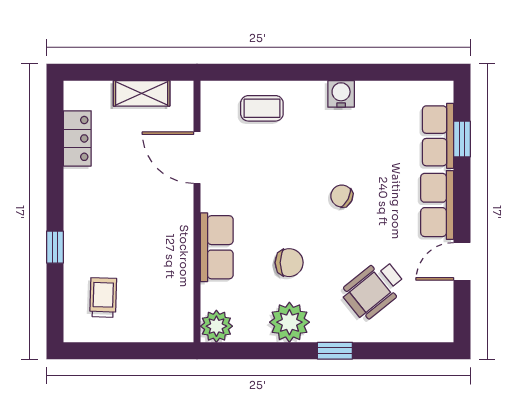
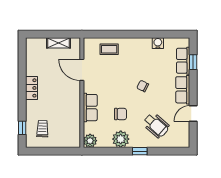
water cooler: (341, 94) -> (158, 43), moved
locker: (77, 138) -> (32, 88), moved
window: (55, 247) -> (22, 128), moved
wheelchair: (374, 289) -> (156, 125), turned -100

